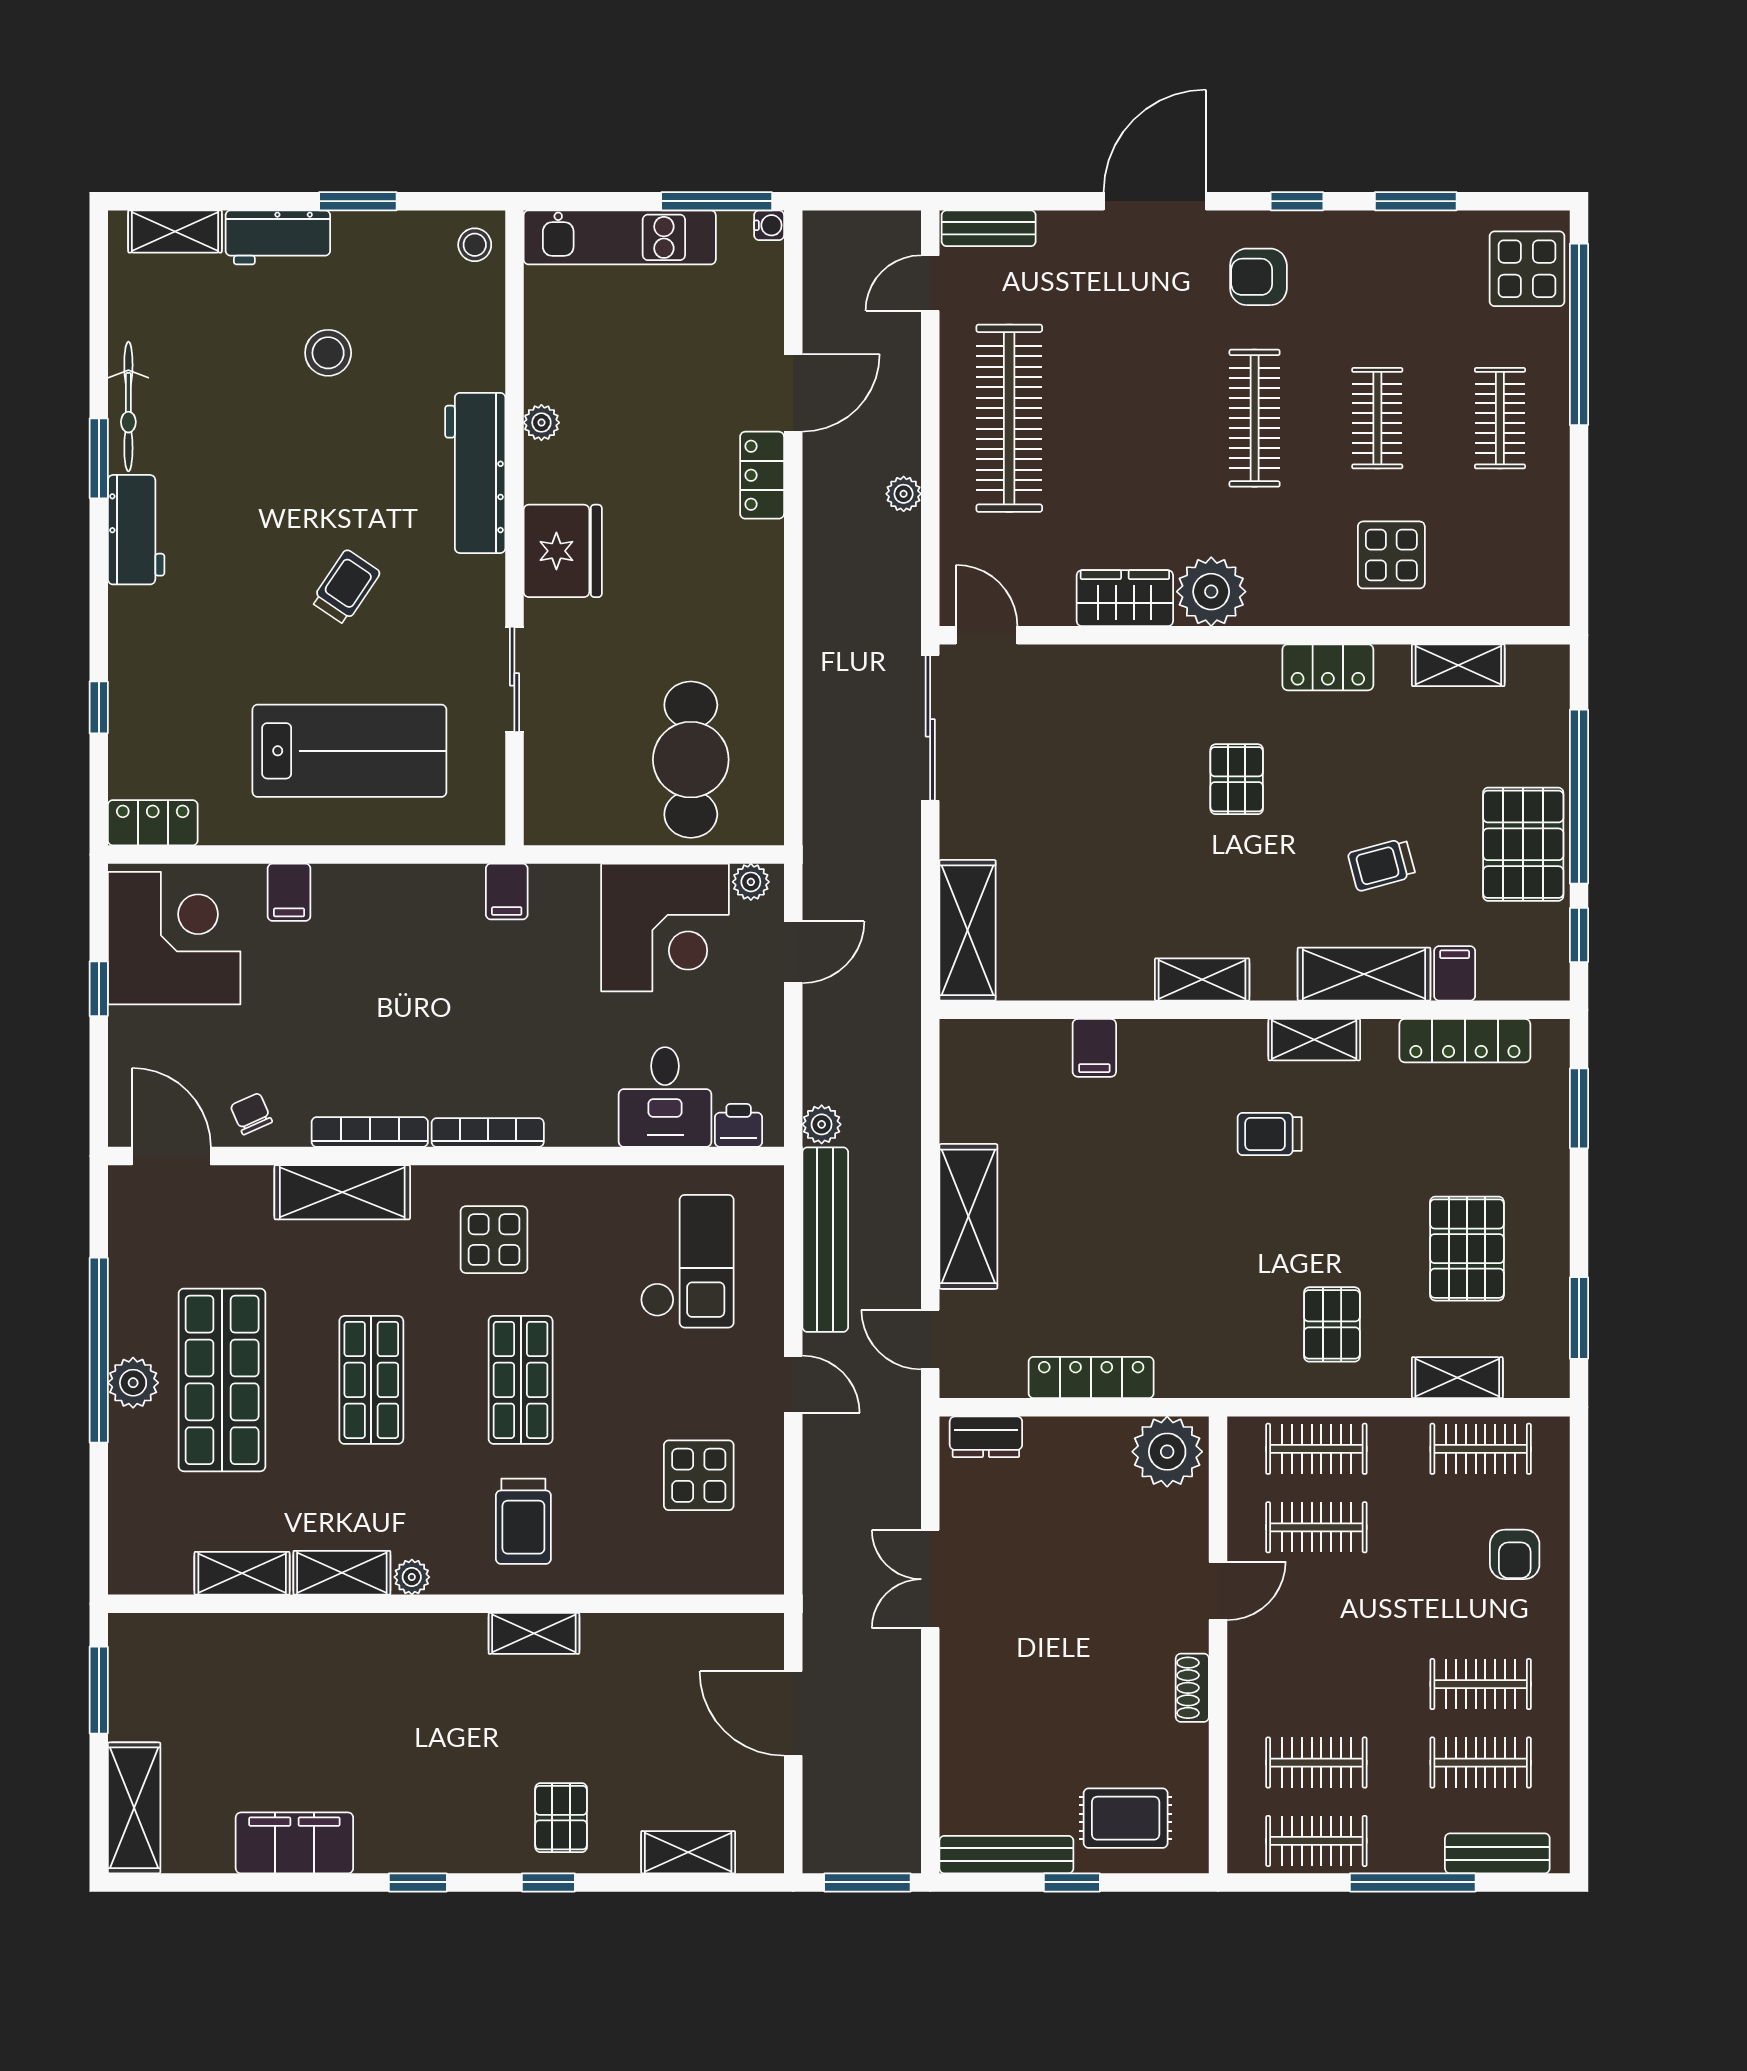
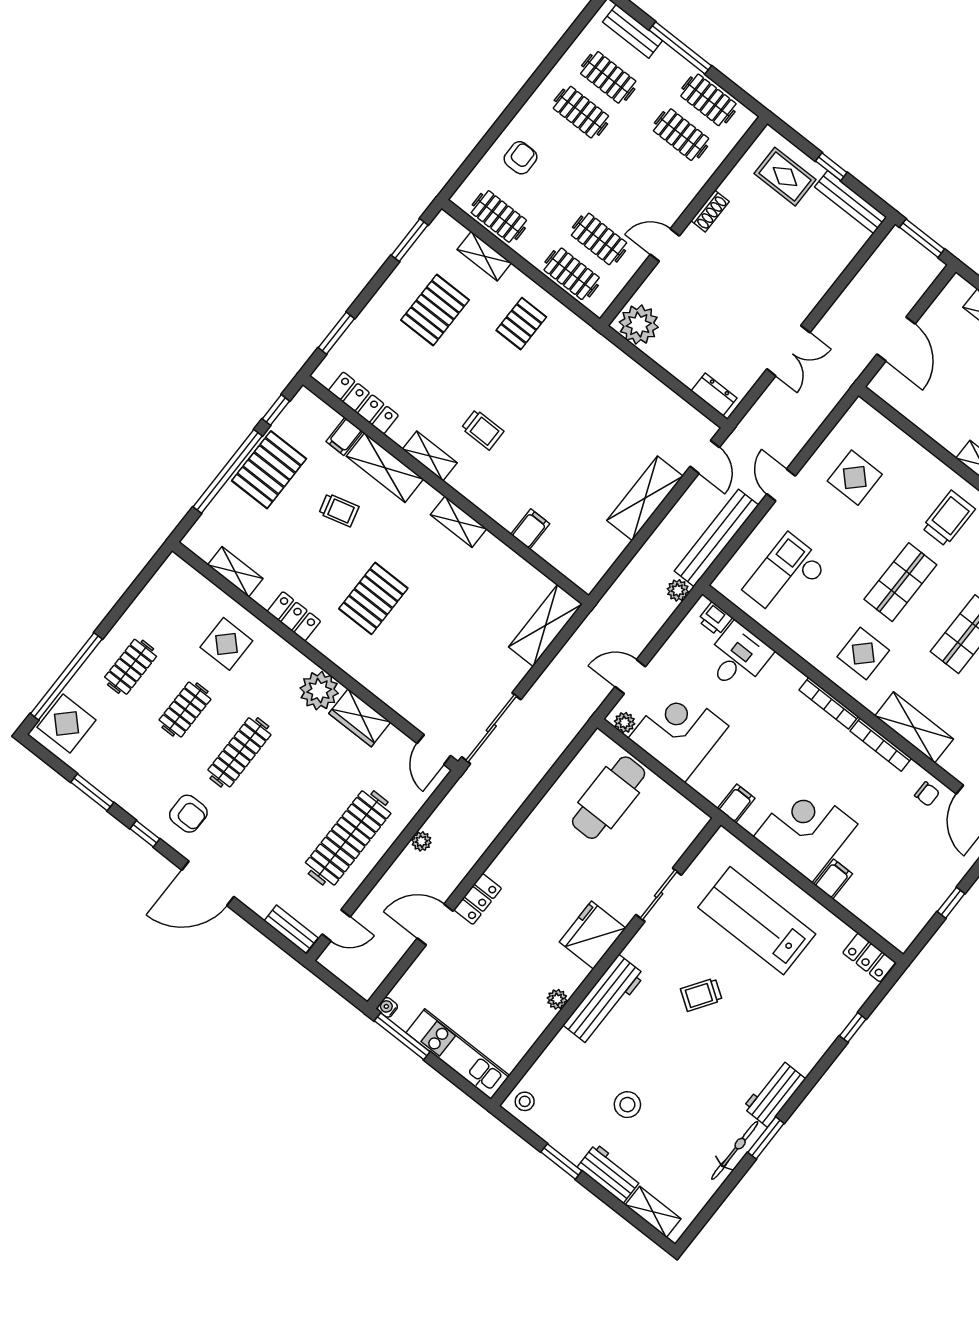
pallet: (1237, 779) -> (373, 598), width x1.50, depth x1.42
corner desk: (174, 938) -> (806, 830), moved, turned 90
chair: (251, 1114) -> (927, 794), turned -66
locker: (1091, 1377) -> (647, 384), removed

